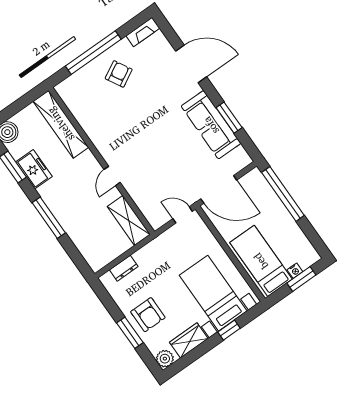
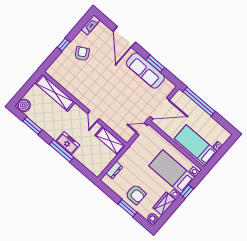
window: (93, 53) -> (64, 45), width x0.32
door: (191, 64) -> (124, 37), swing flipped
freezer: (34, 169) -> (68, 143), moved
window: (301, 279) -> (223, 150), removed

